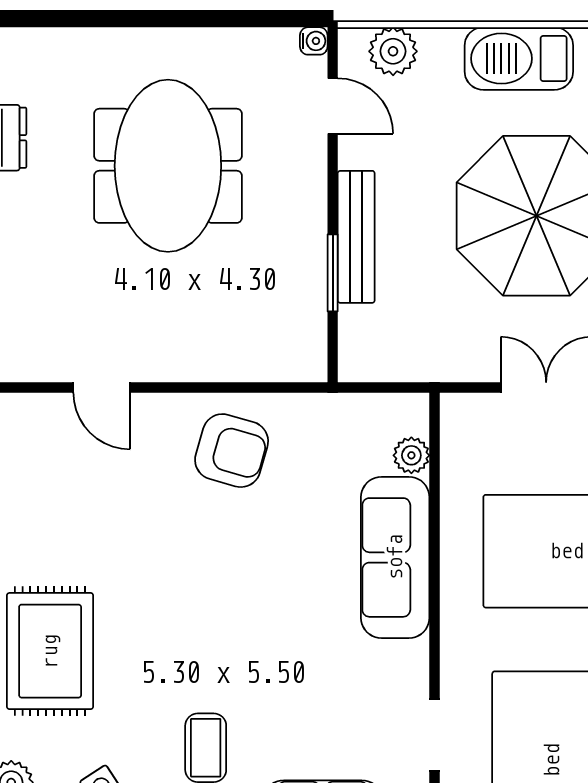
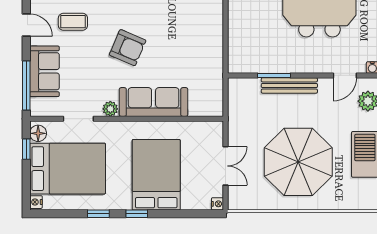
armchair: (232, 451) -> (128, 48), moved, turned -83
plant: (411, 455) -> (110, 109), moved

